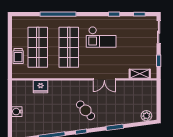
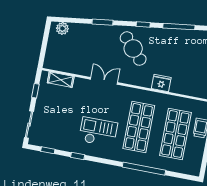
fridge: (41, 87) -> (161, 83), moved
cafe table: (86, 110) -> (133, 49), width x1.37, depth x1.35

